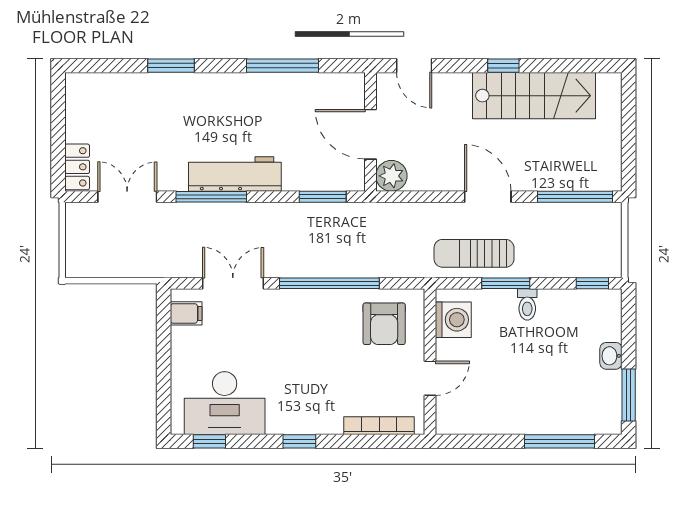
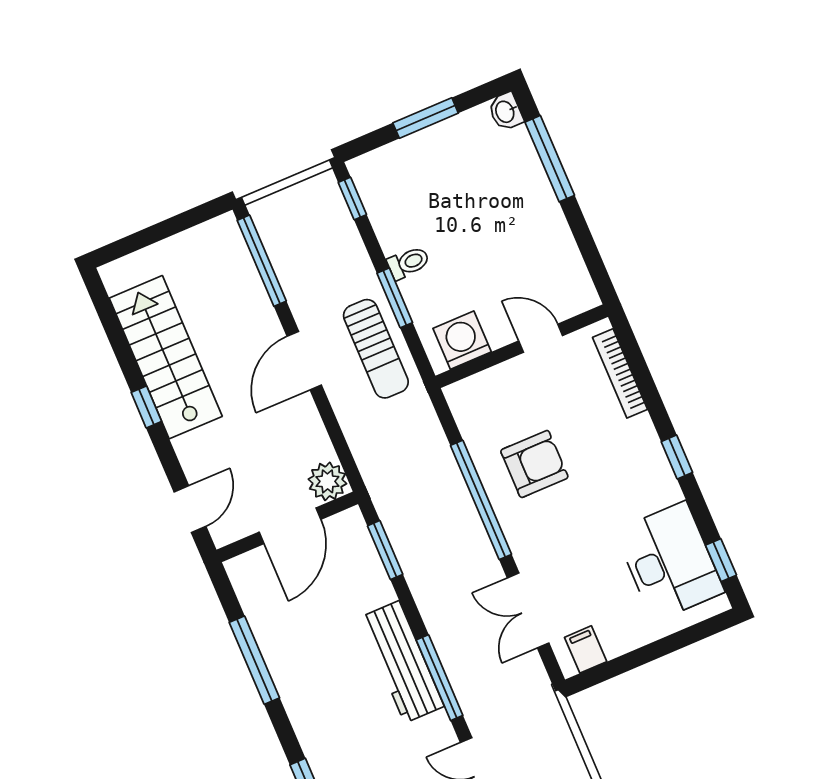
armchair: (384, 324) -> (534, 464), moved
washbasin: (611, 356) -> (506, 111), moved, turned 90
window: (629, 395) -> (426, 118), moved

